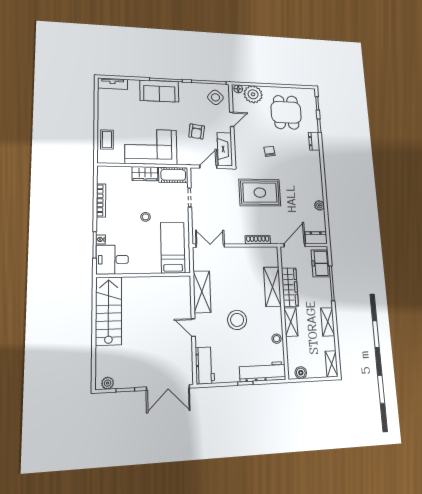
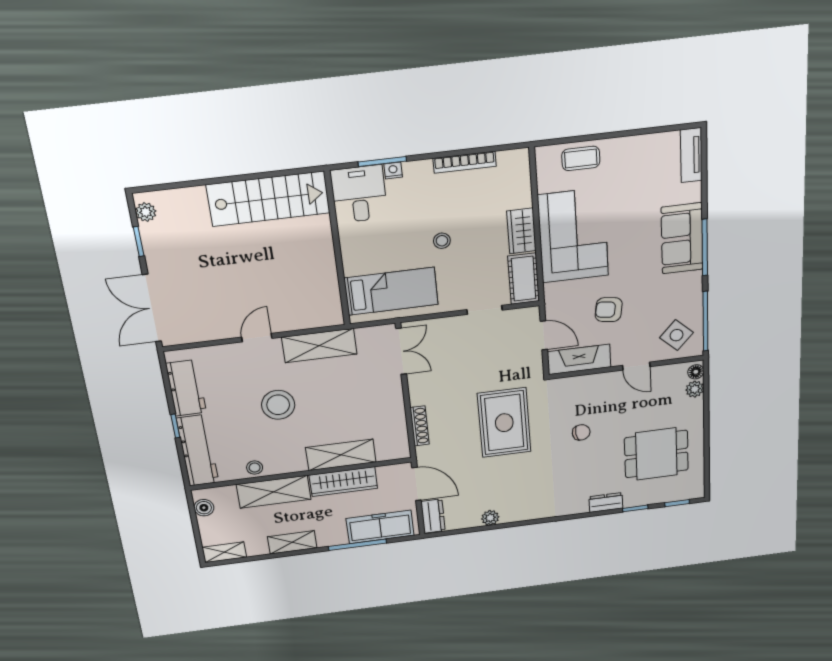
plant: (253, 94) -> (695, 389), width x0.53, depth x0.53
freezer: (321, 263) -> (380, 527), width x1.40
shelving: (291, 322) -> (274, 492), width x1.50, depth x1.33
workbench: (205, 365) -> (186, 388), moved, turned -90

